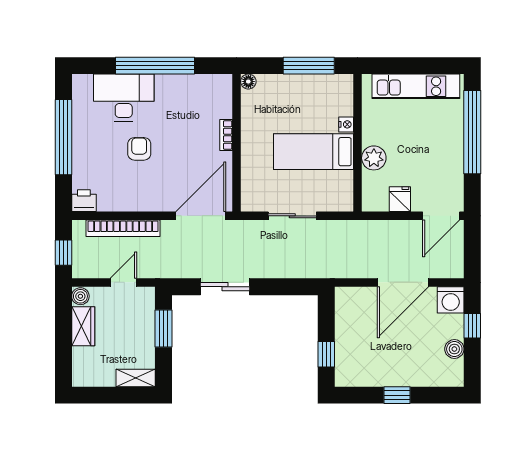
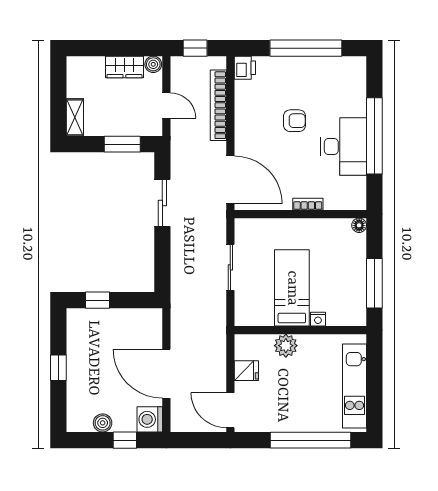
desk: (124, 98) -> (344, 147), moved

